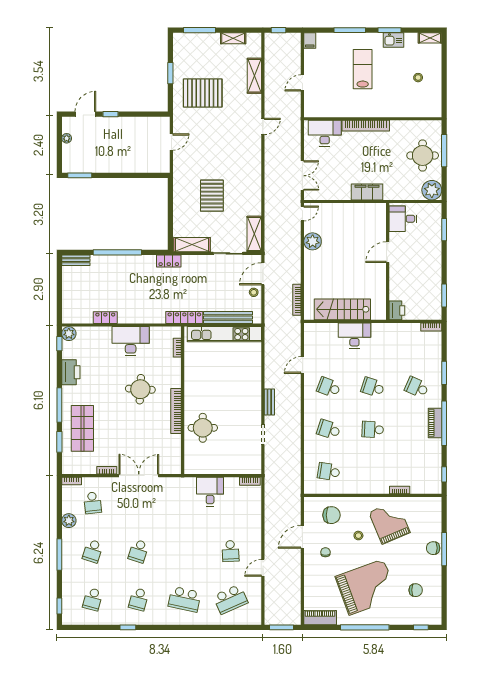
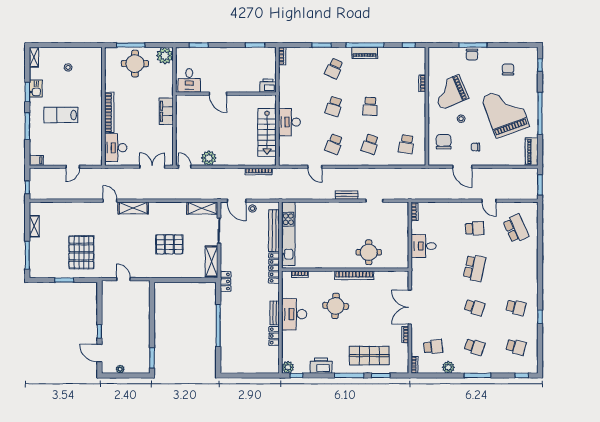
shelving: (254, 76) -> (133, 208), moved
door: (302, 83) -> (73, 167), hinge flipped
bench: (76, 260) -> (275, 313), moved
school desk: (185, 599) -> (474, 268), moved

